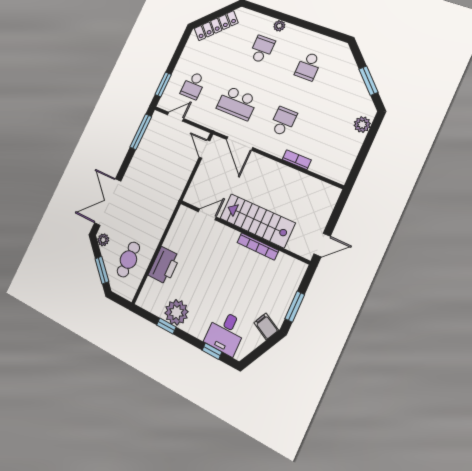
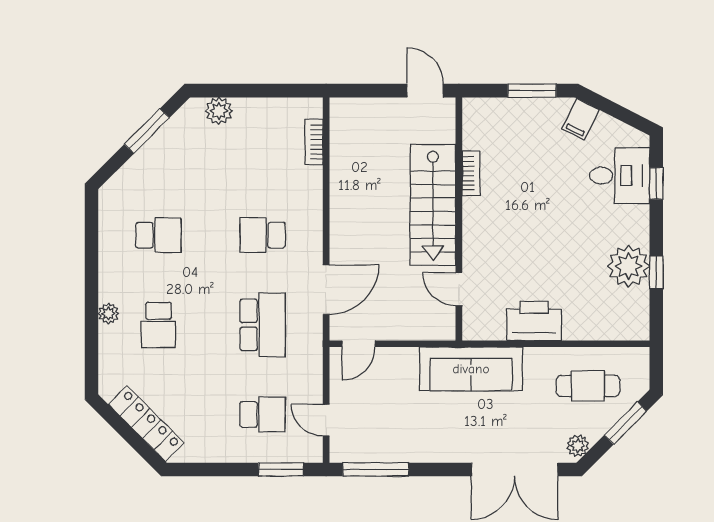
school desk: (262, 49) -> (158, 325), turned -90
bookcase: (297, 160) -> (314, 142), moved
sofa: (165, 202) -> (471, 369), added
bookcase: (258, 246) -> (471, 173), width x0.64
printer: (164, 265) -> (534, 321), moved

